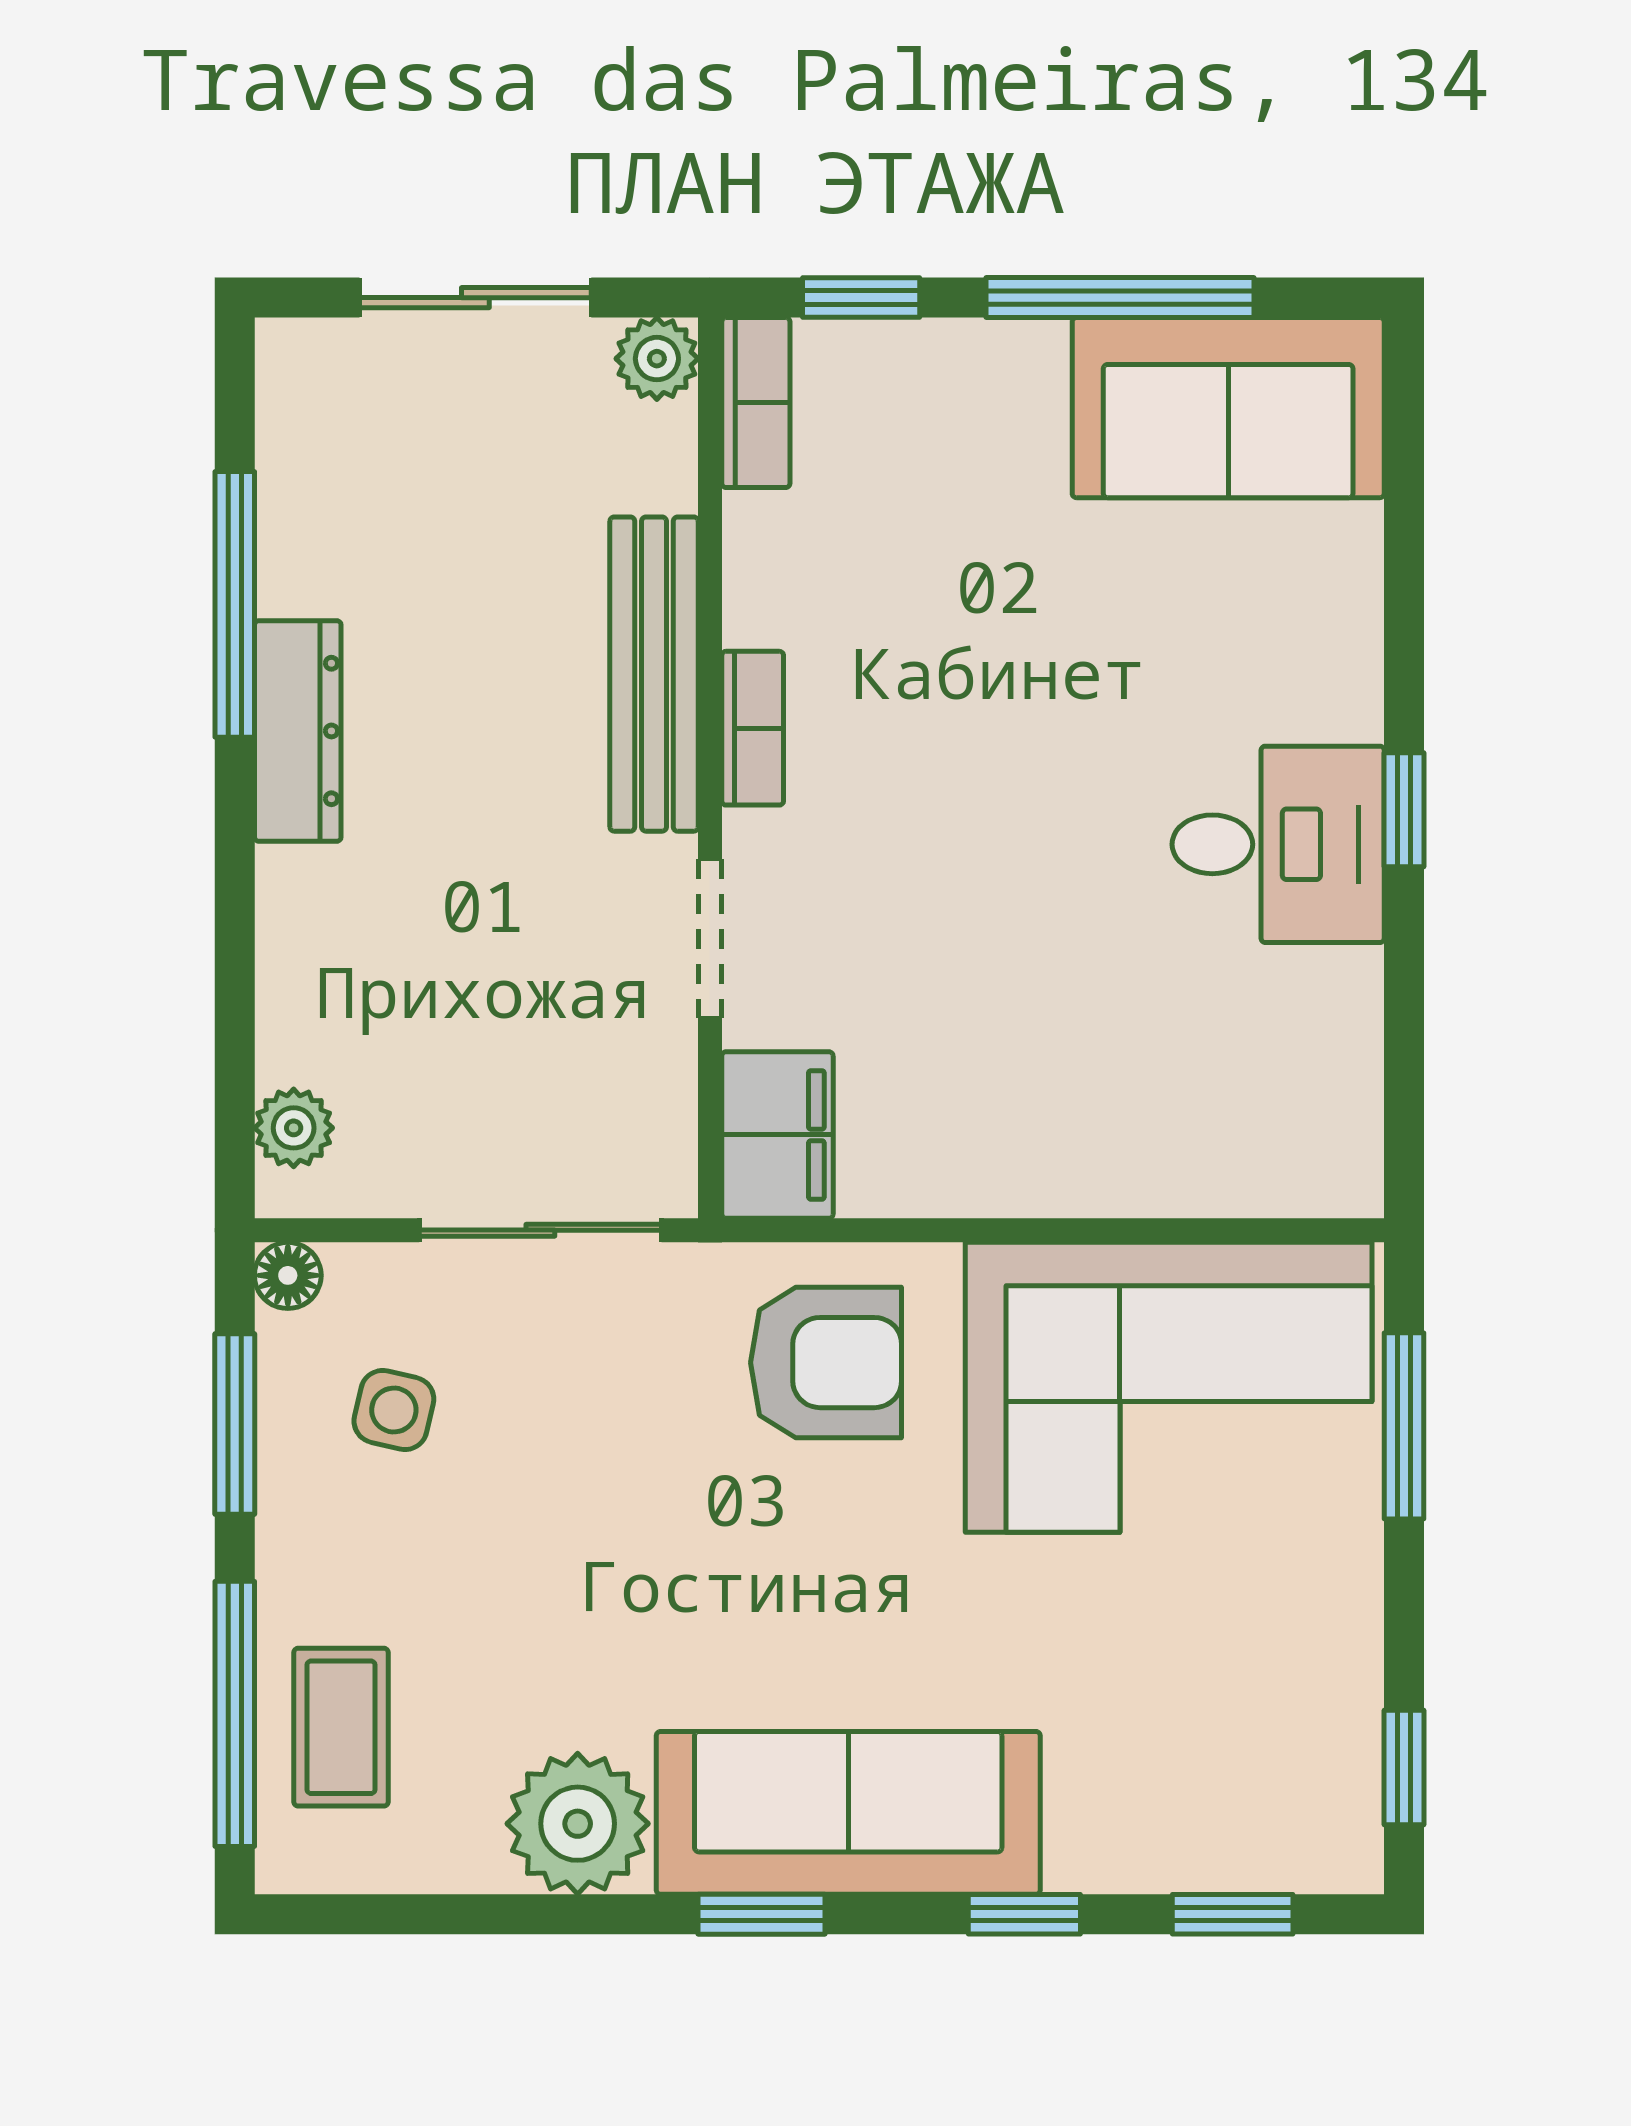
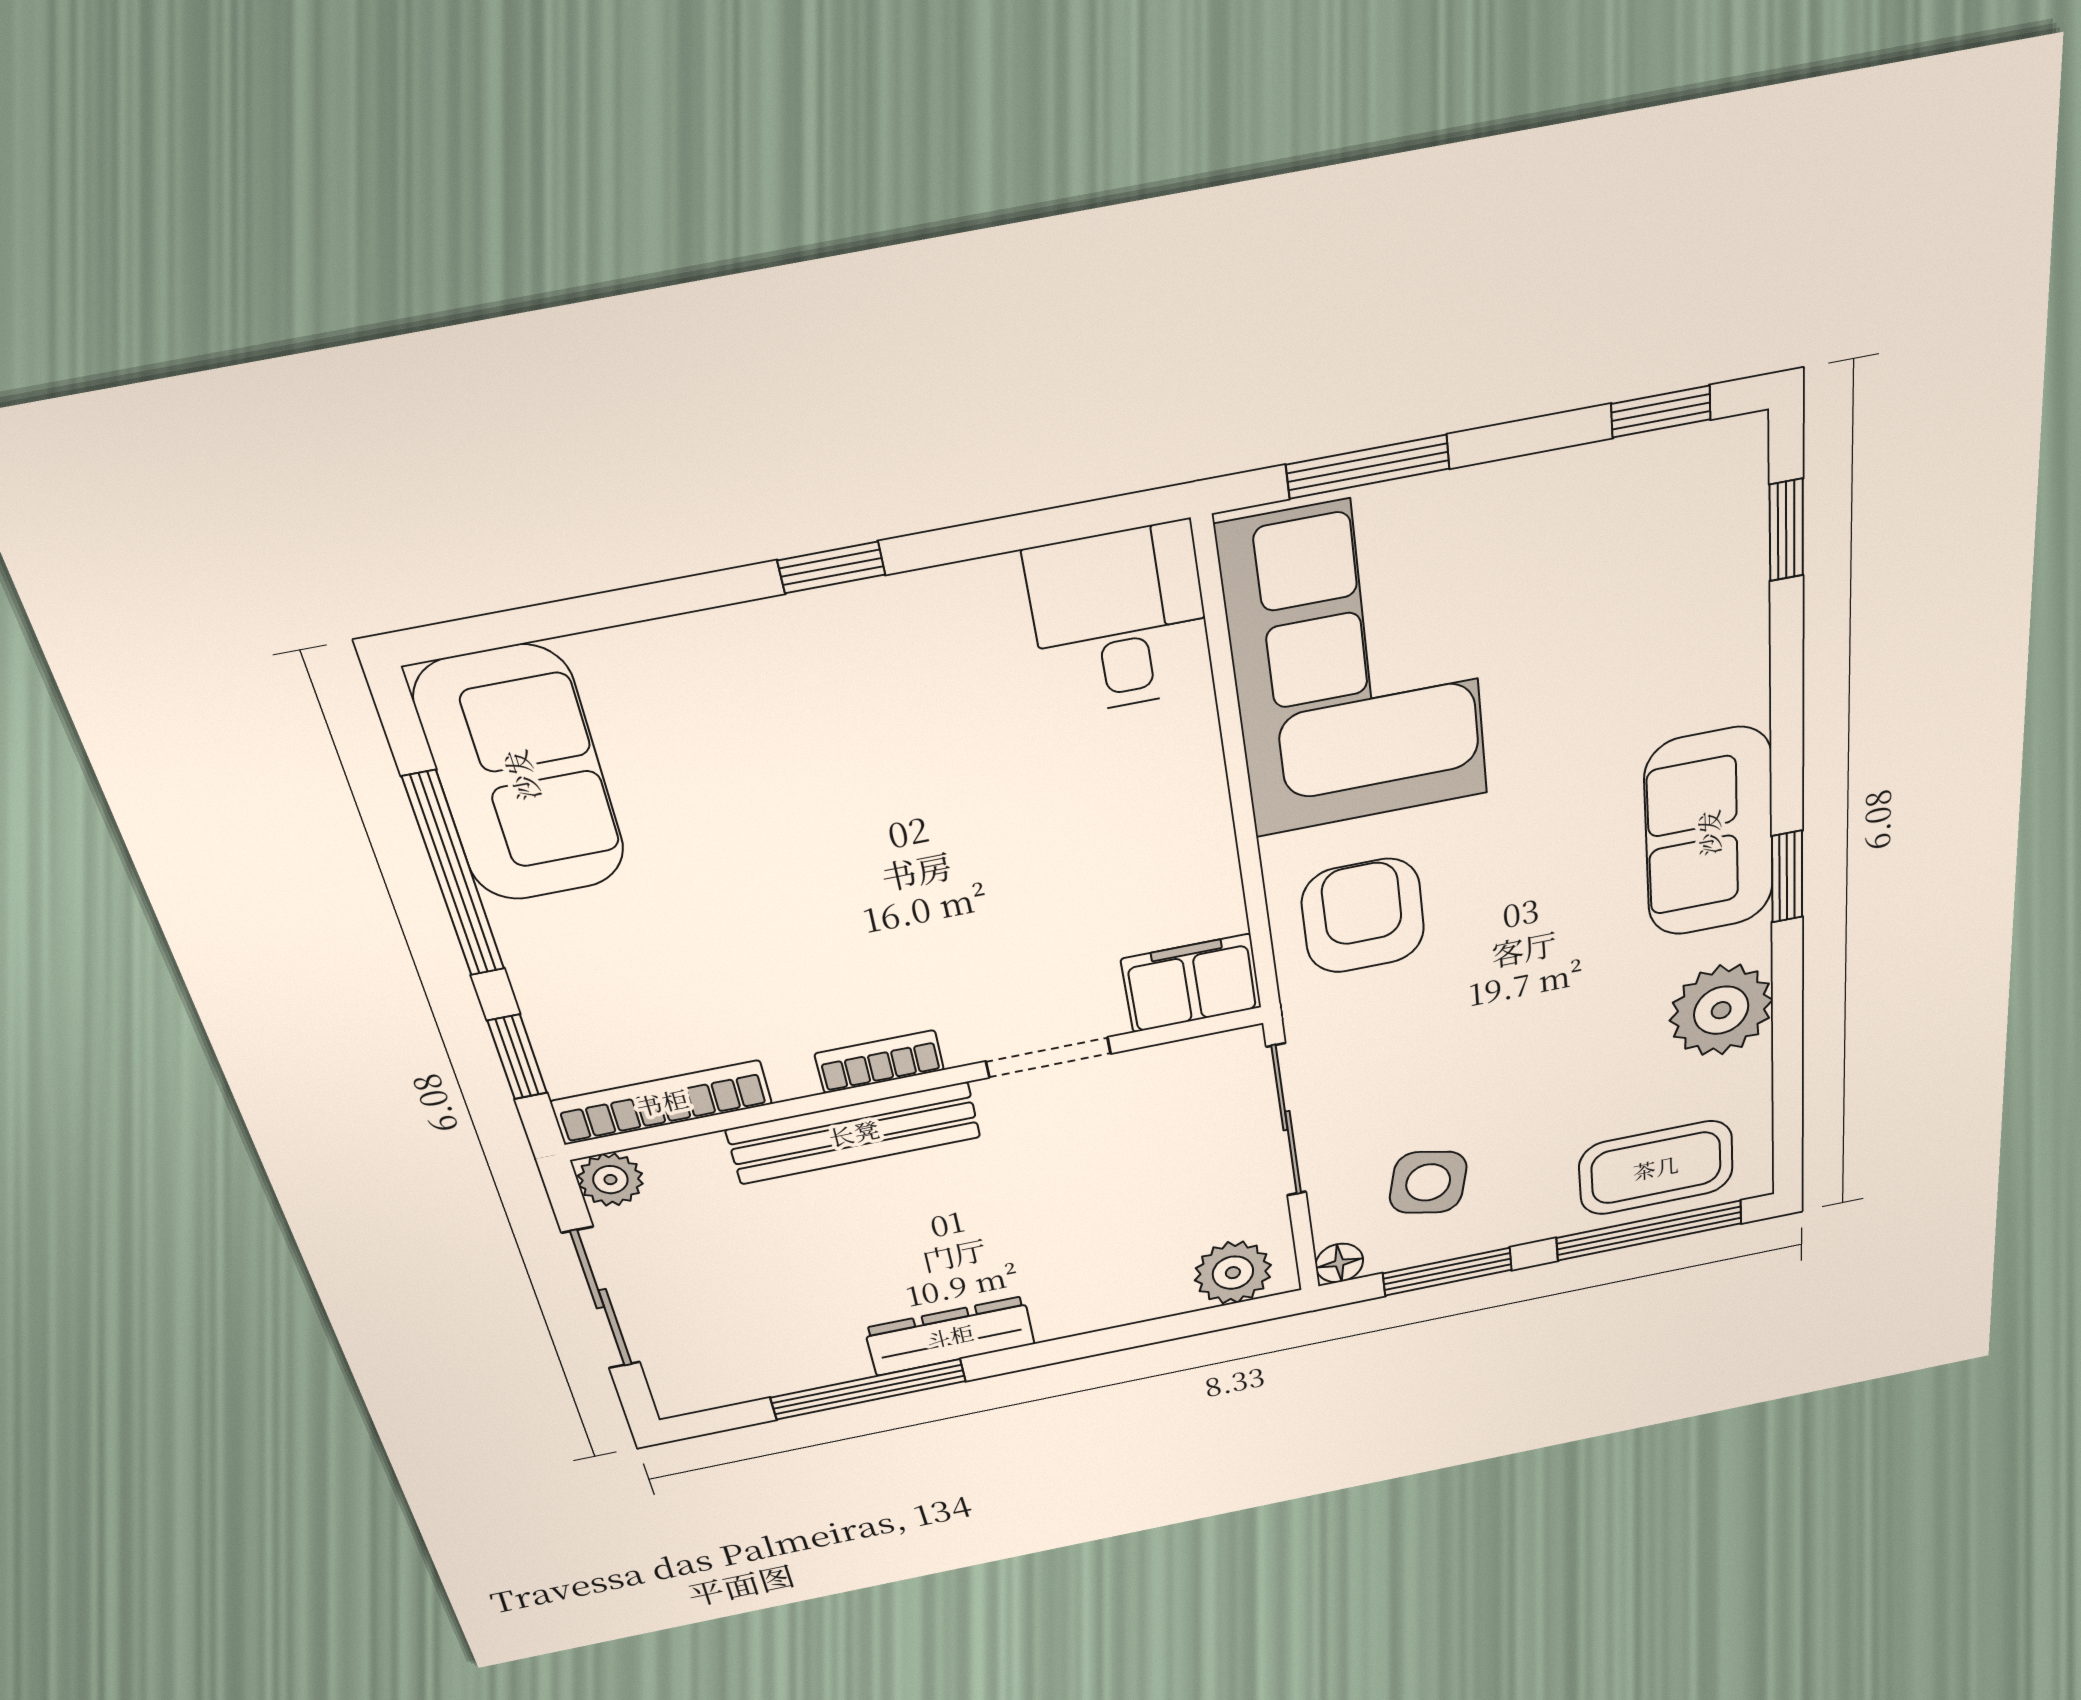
bookcase: (756, 403) -> (662, 1102), width x1.56
desk: (1278, 844) -> (1120, 620), moved
plant: (294, 1128) -> (1233, 1273), width x1.38, depth x1.38
side table: (394, 1410) -> (1428, 1182), width x1.37, depth x1.37
coffee table: (341, 1727) -> (1656, 1168), width x1.36, depth x1.30
sofa: (848, 1813) -> (1709, 833), width x0.73
window: (1024, 1914) -> (1787, 691), removed

